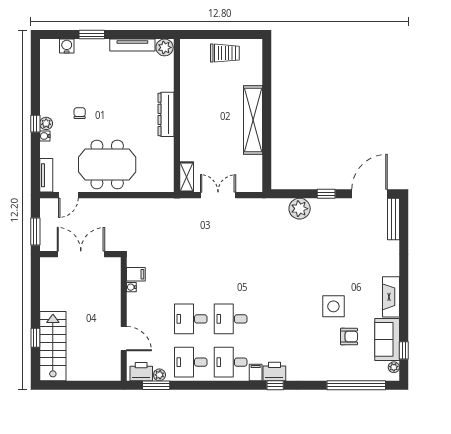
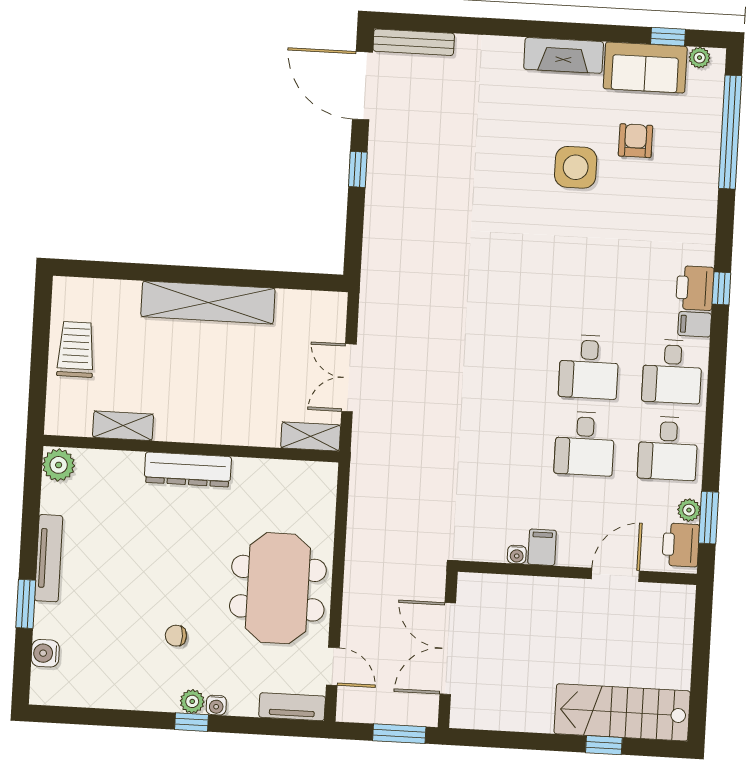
tv unit: (132, 45) -> (49, 558), moved
shelving: (187, 80) -> (123, 426), added
plant: (300, 209) -> (384, 222), removed
filing cabinet: (136, 274) -> (542, 547), moved

